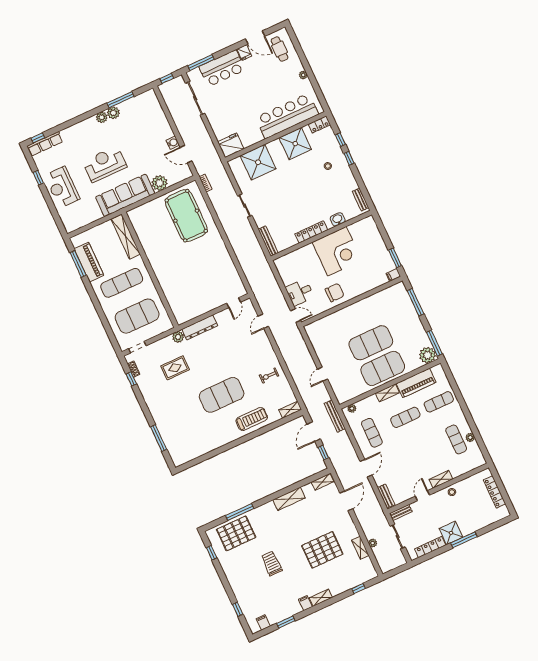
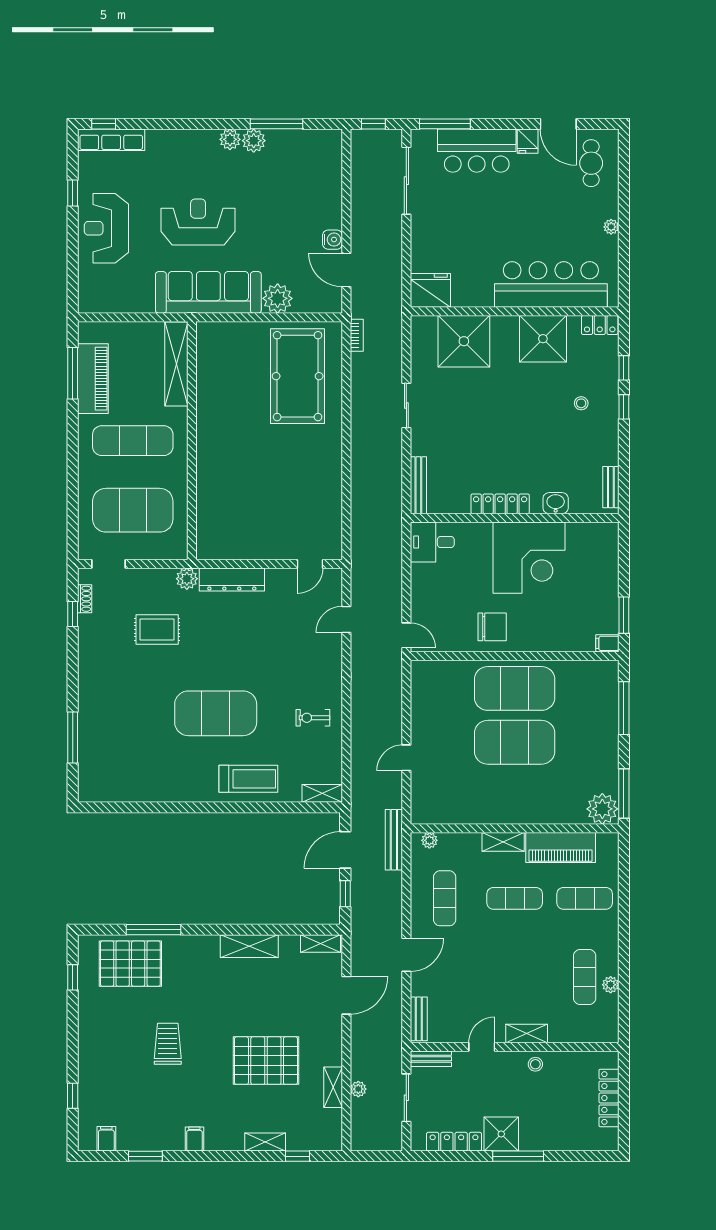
desk: (300, 292) -> (432, 542), moved
exercise mat: (383, 368) -> (515, 688), moved
shelving: (321, 598) -> (265, 1142), moved

